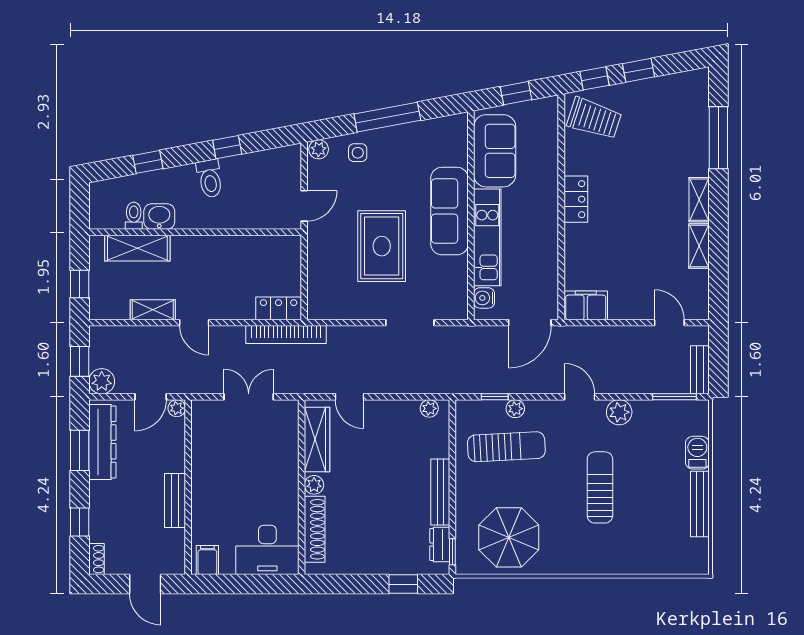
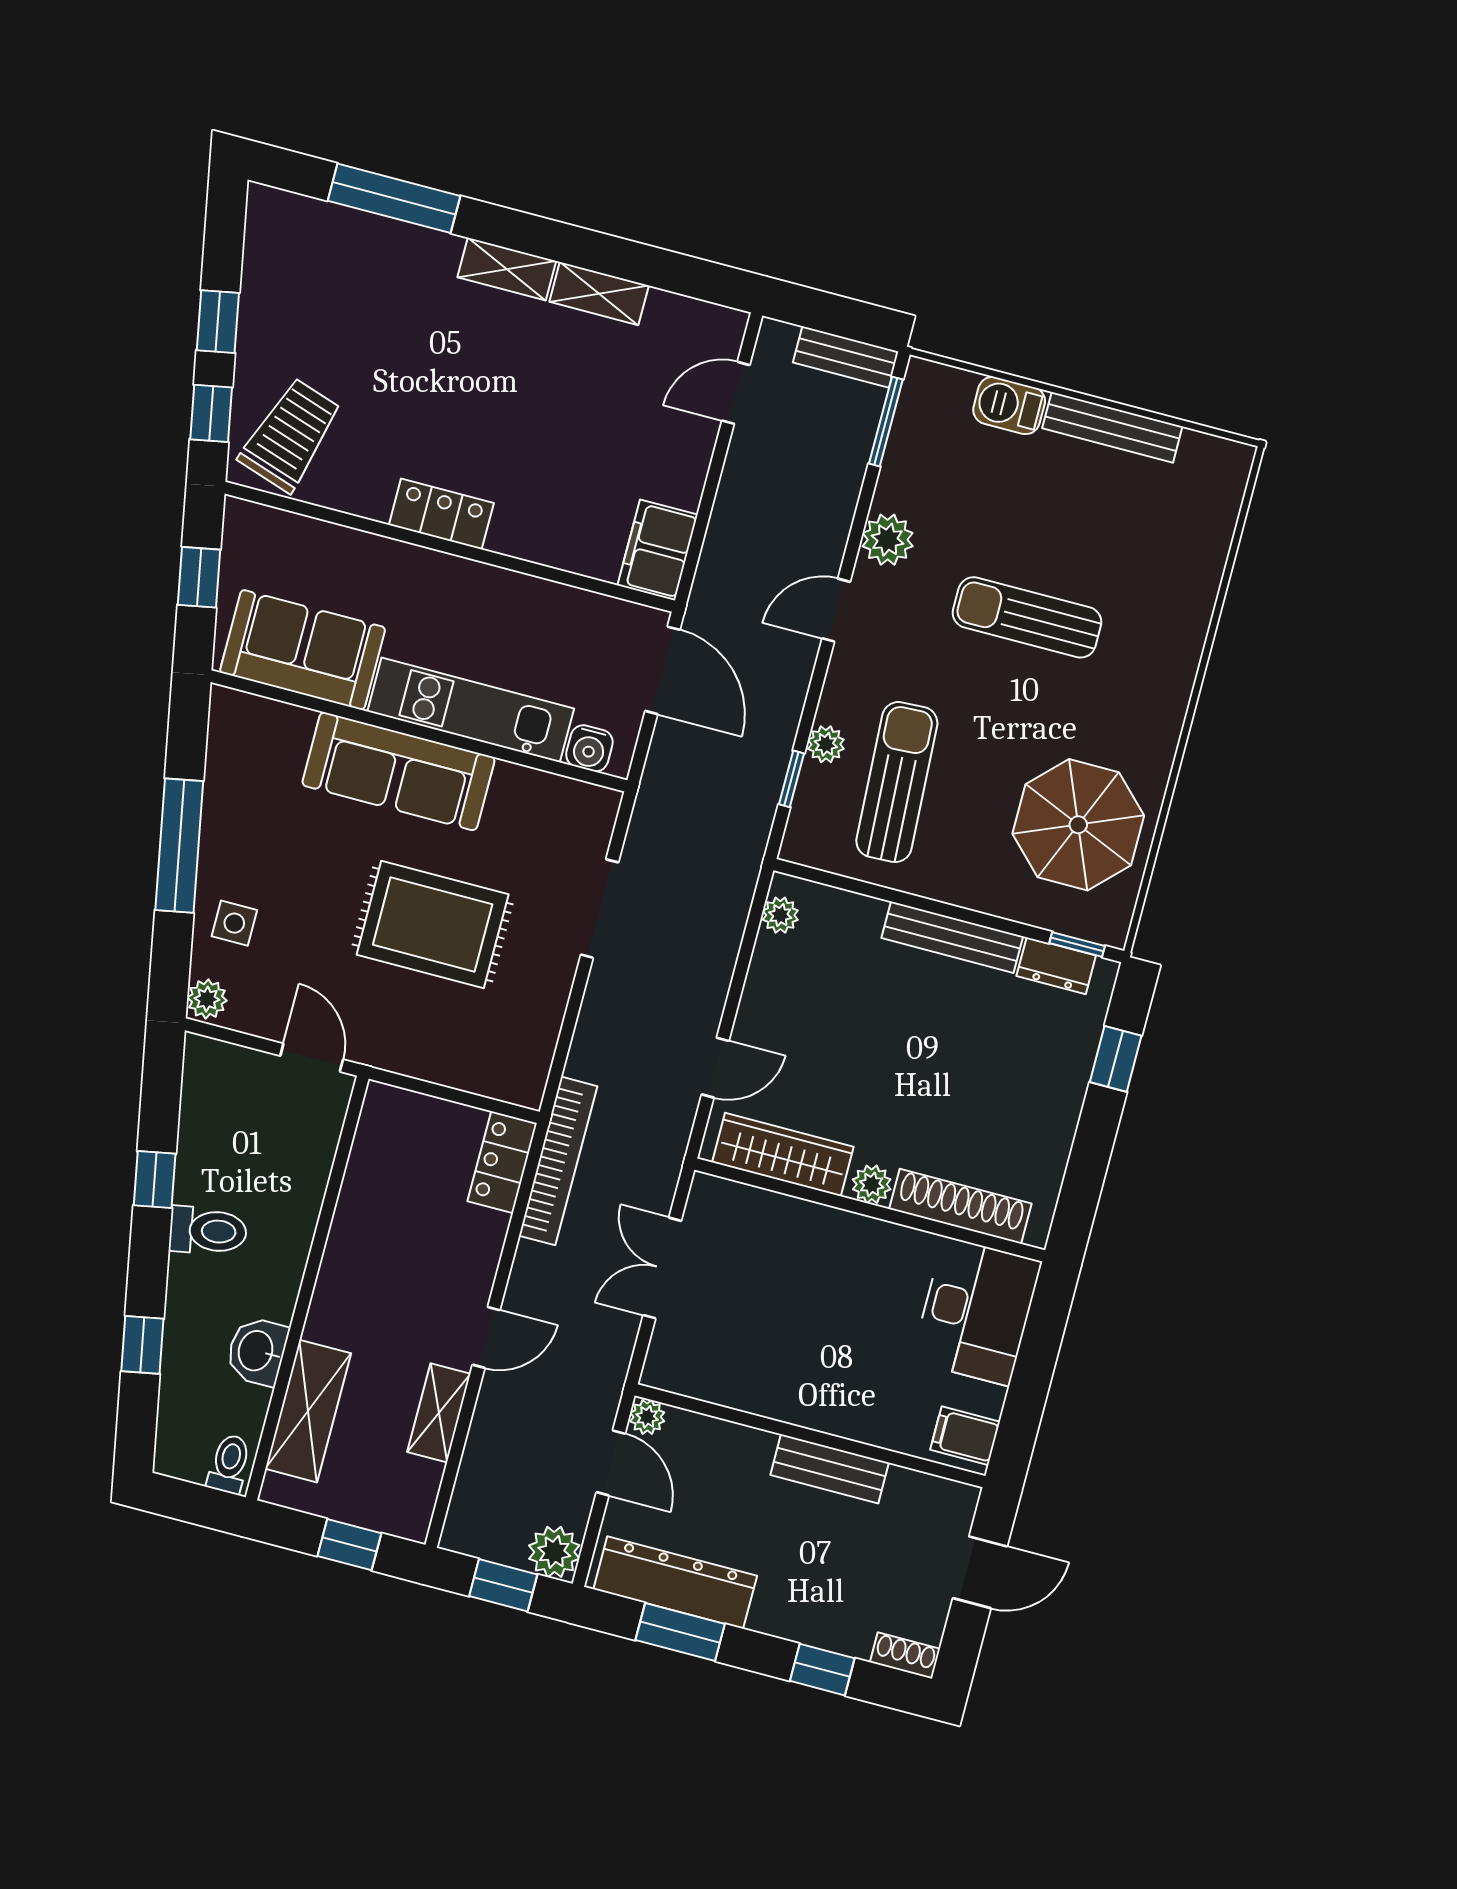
toilet: (134, 216) -> (229, 1464), moved, turned 90

